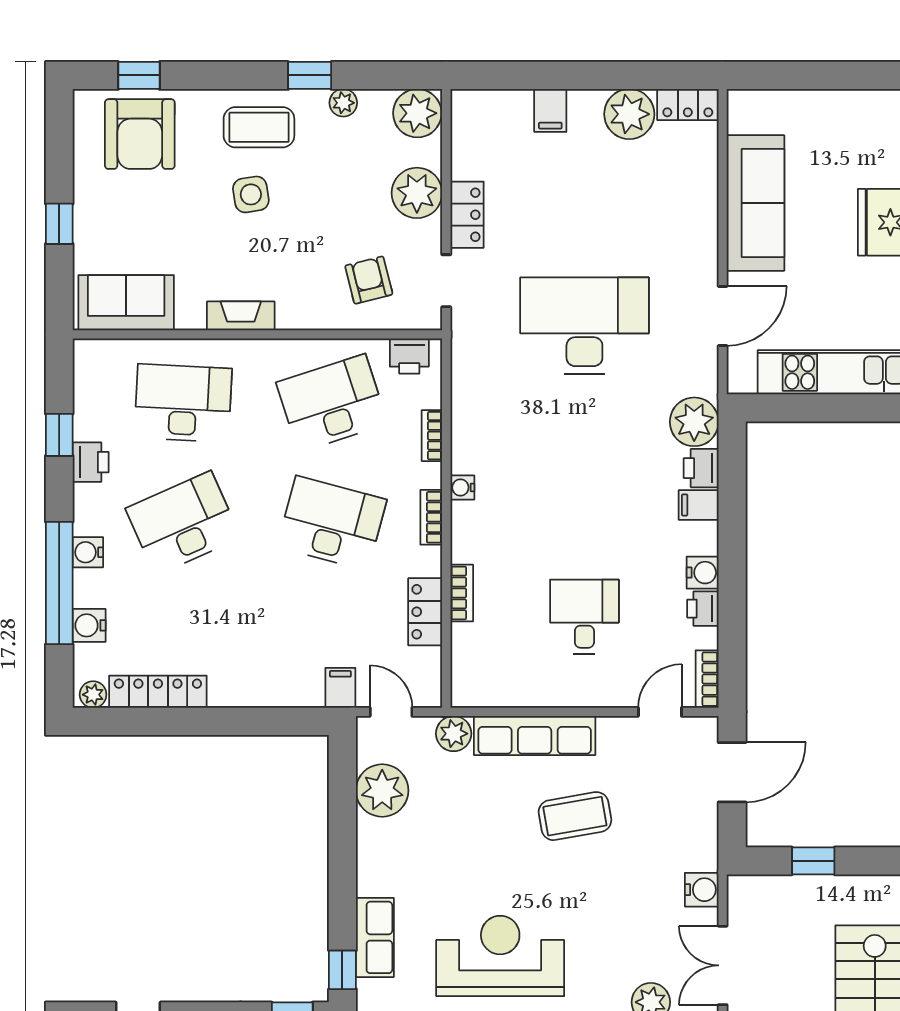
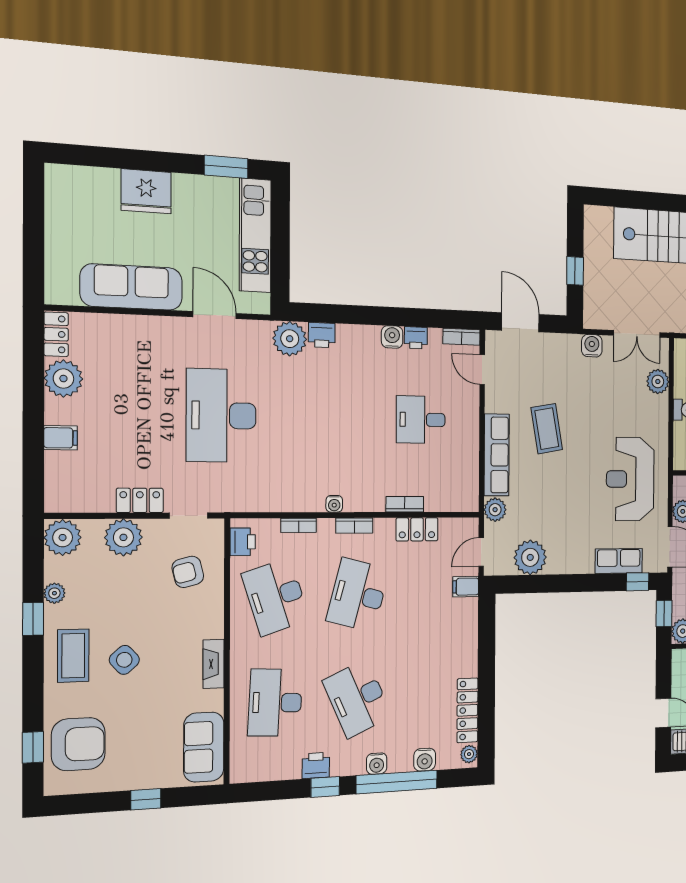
side table: (251, 194) -> (124, 660), turned -33
window: (59, 435) -> (325, 787), moved
filing cabinet: (699, 505) -> (347, 338), removed

